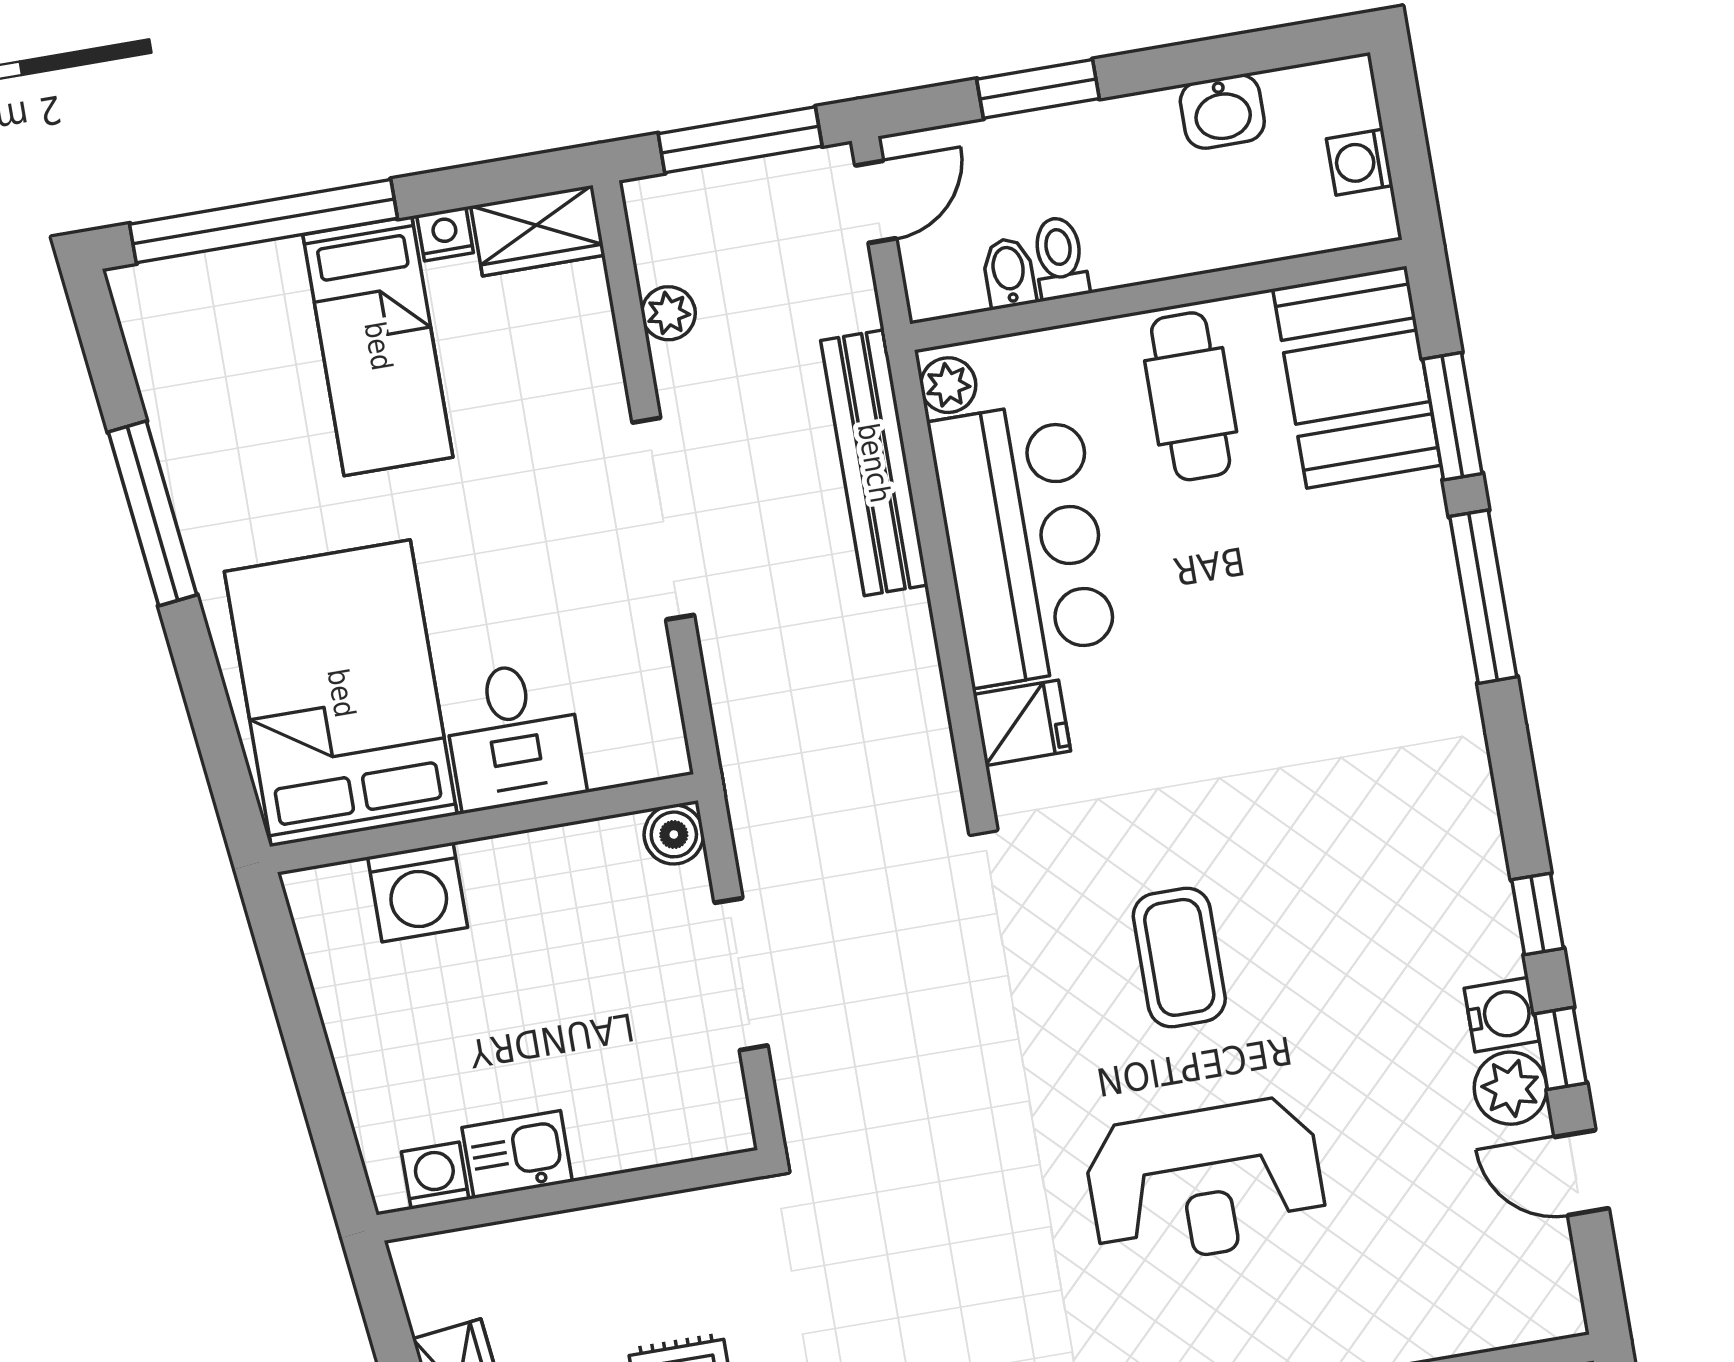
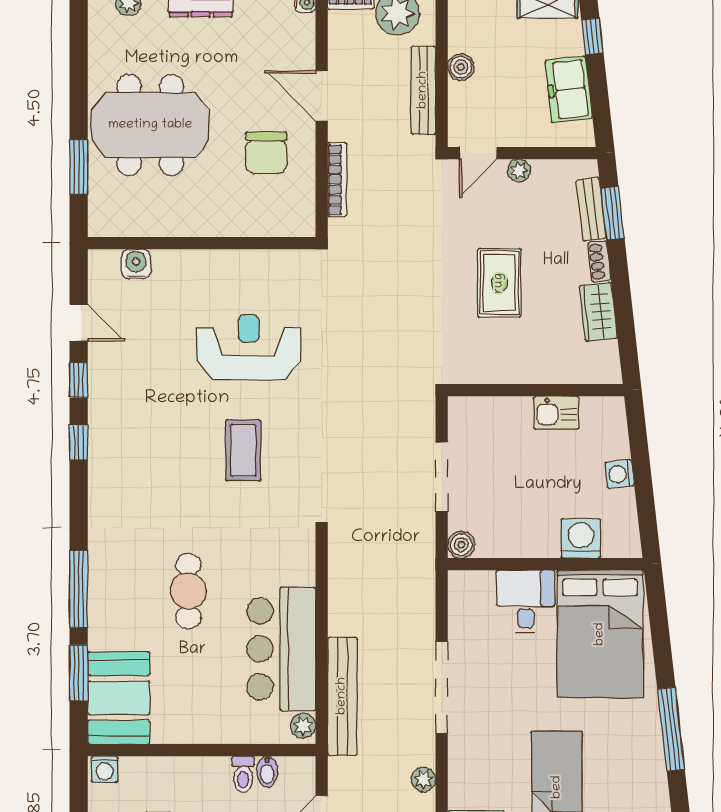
washing machine: (1360, 162) -> (105, 769), moved, turned 90
cafe table: (1191, 396) -> (188, 591), moved
fridge: (1022, 723) -> (296, 568), removed
water cooler: (1502, 1015) -> (136, 264), moved, turned 90
plant: (1511, 1088) -> (104, 366), removed
washing machine: (435, 1176) -> (620, 474), moved, turned 84

